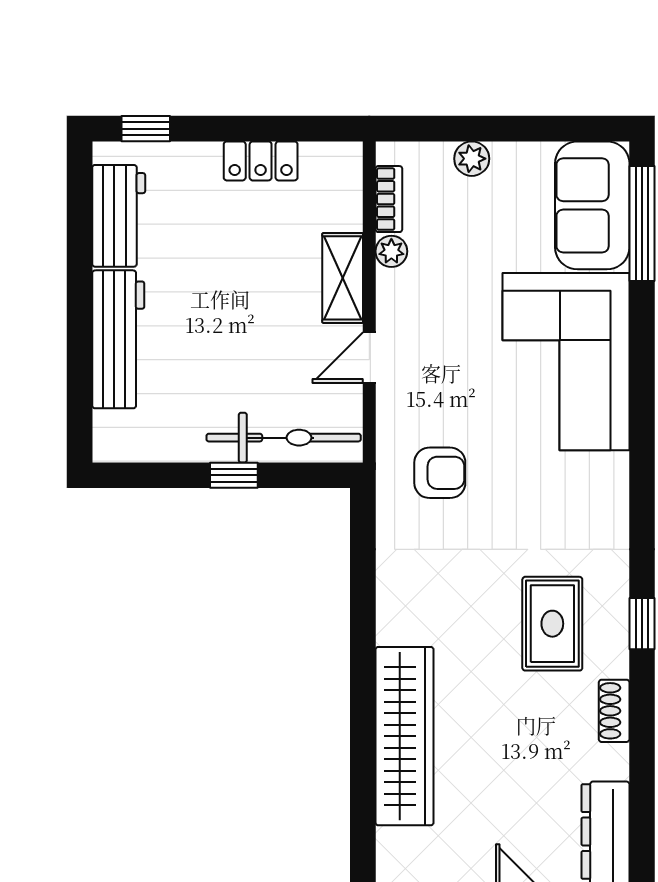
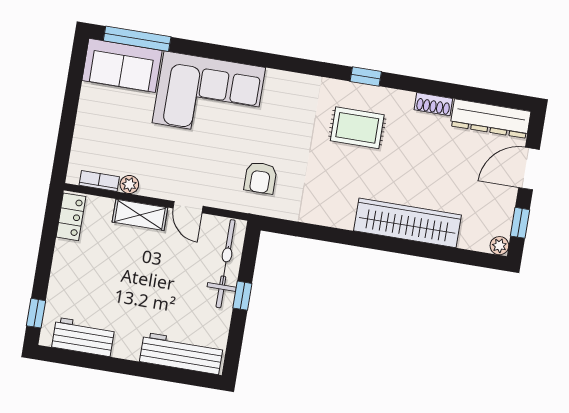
plant: (472, 159) -> (84, 130), removed
locker: (261, 161) -> (71, 217), moved
workbench: (118, 339) -> (181, 353), moved
armchair: (440, 473) -> (260, 178), turned 180
shoe rack: (614, 711) -> (433, 104), moved

